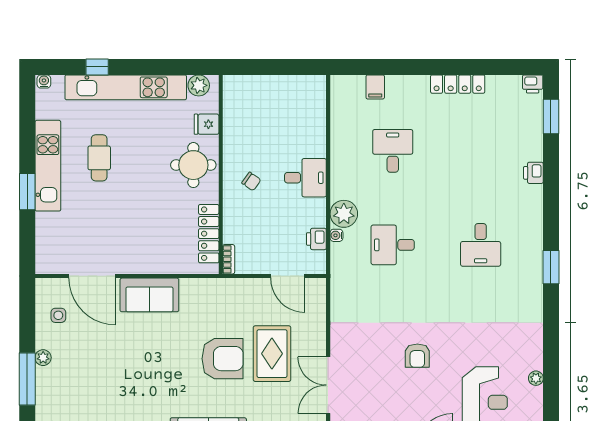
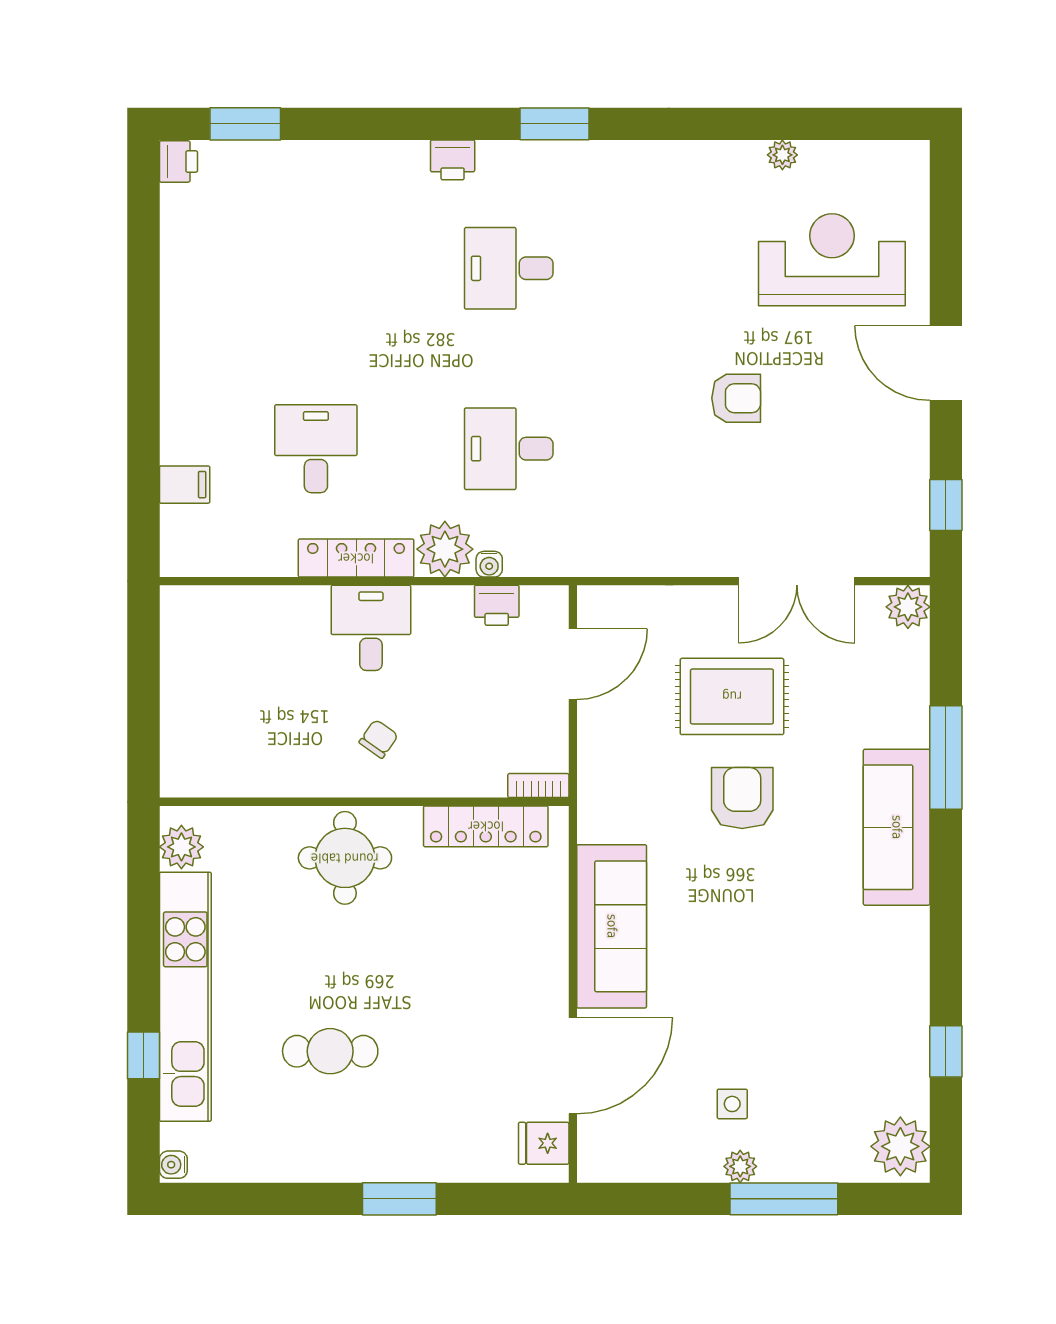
locker: (458, 84) -> (356, 558), moved, turned -90
fridge: (207, 124) -> (544, 1143), moved, turned 90
desk: (393, 151) -> (316, 449), turned 90
kitchen unit: (48, 166) -> (346, 1157), removed
printer: (533, 173) -> (453, 160), moved
desk: (393, 245) -> (509, 449), turned 90
desk: (481, 245) -> (509, 268), turned 180
sofa: (149, 295) -> (612, 926), width x1.36
side table: (58, 315) -> (732, 1104), moved
armchair: (223, 359) -> (742, 798), width x0.73, depth x0.73

